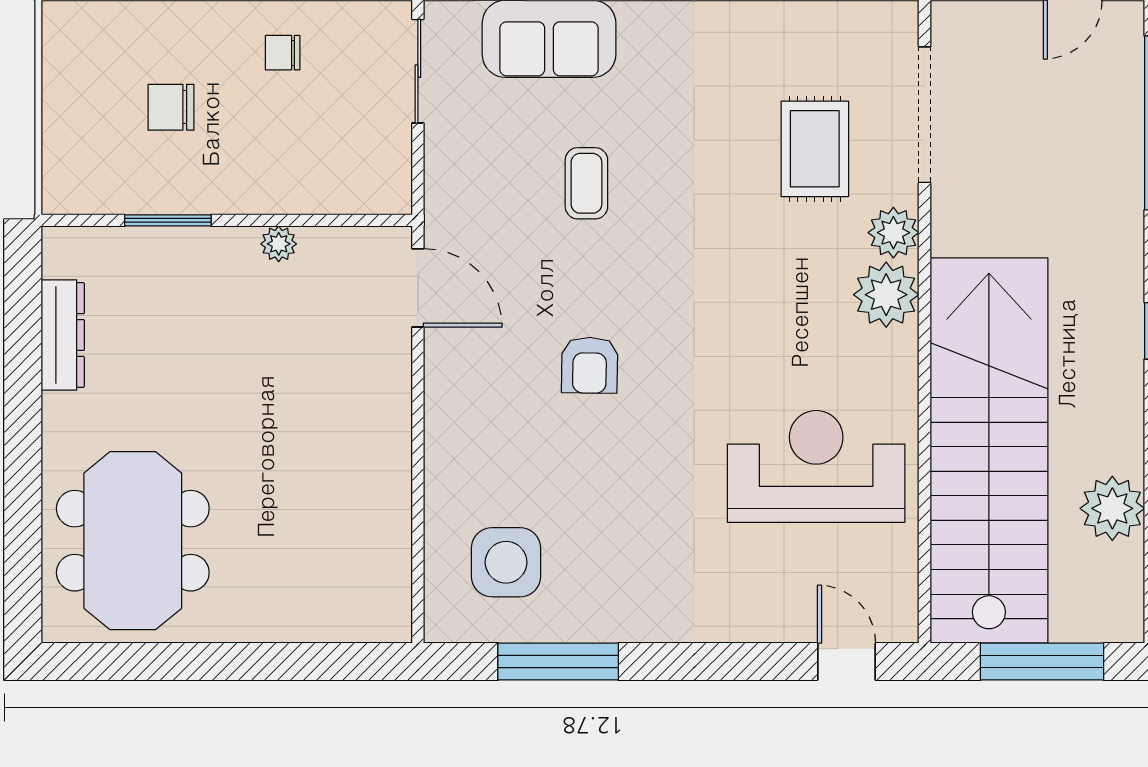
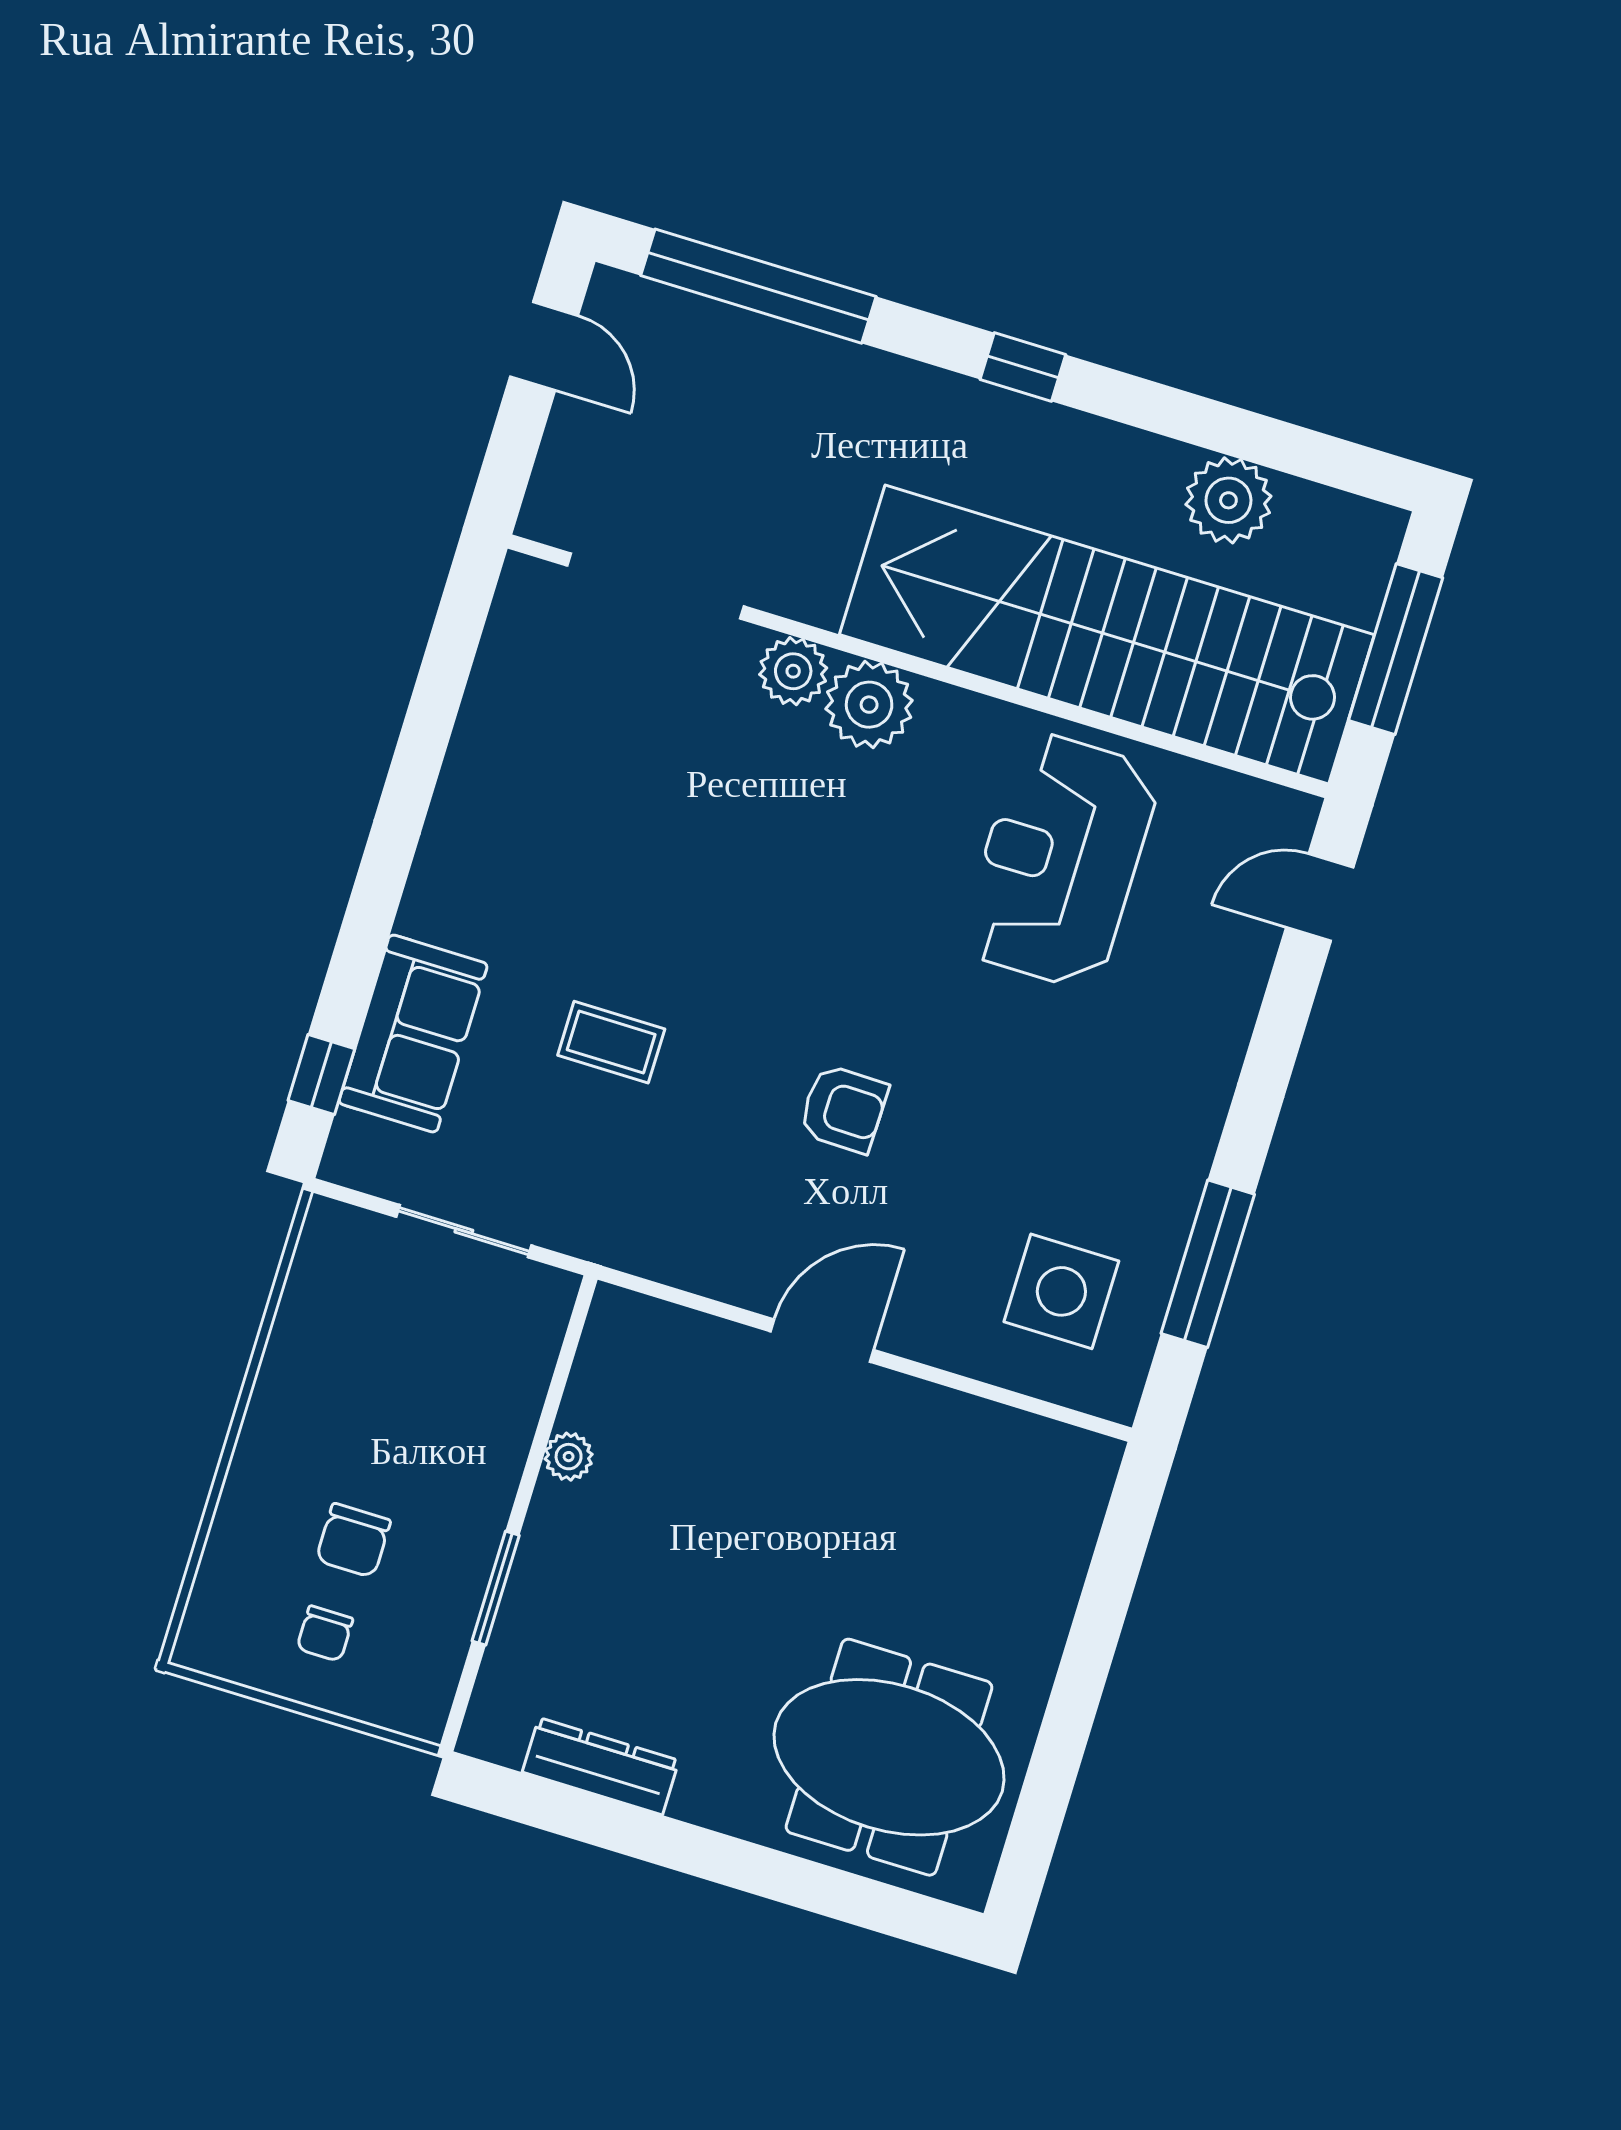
chair: (283, 53) -> (325, 1634), moved
sliding door: (418, 71) -> (464, 1231), moved
rug: (815, 149) -> (656, 739), removed
door: (418, 288) -> (822, 1341), moved

